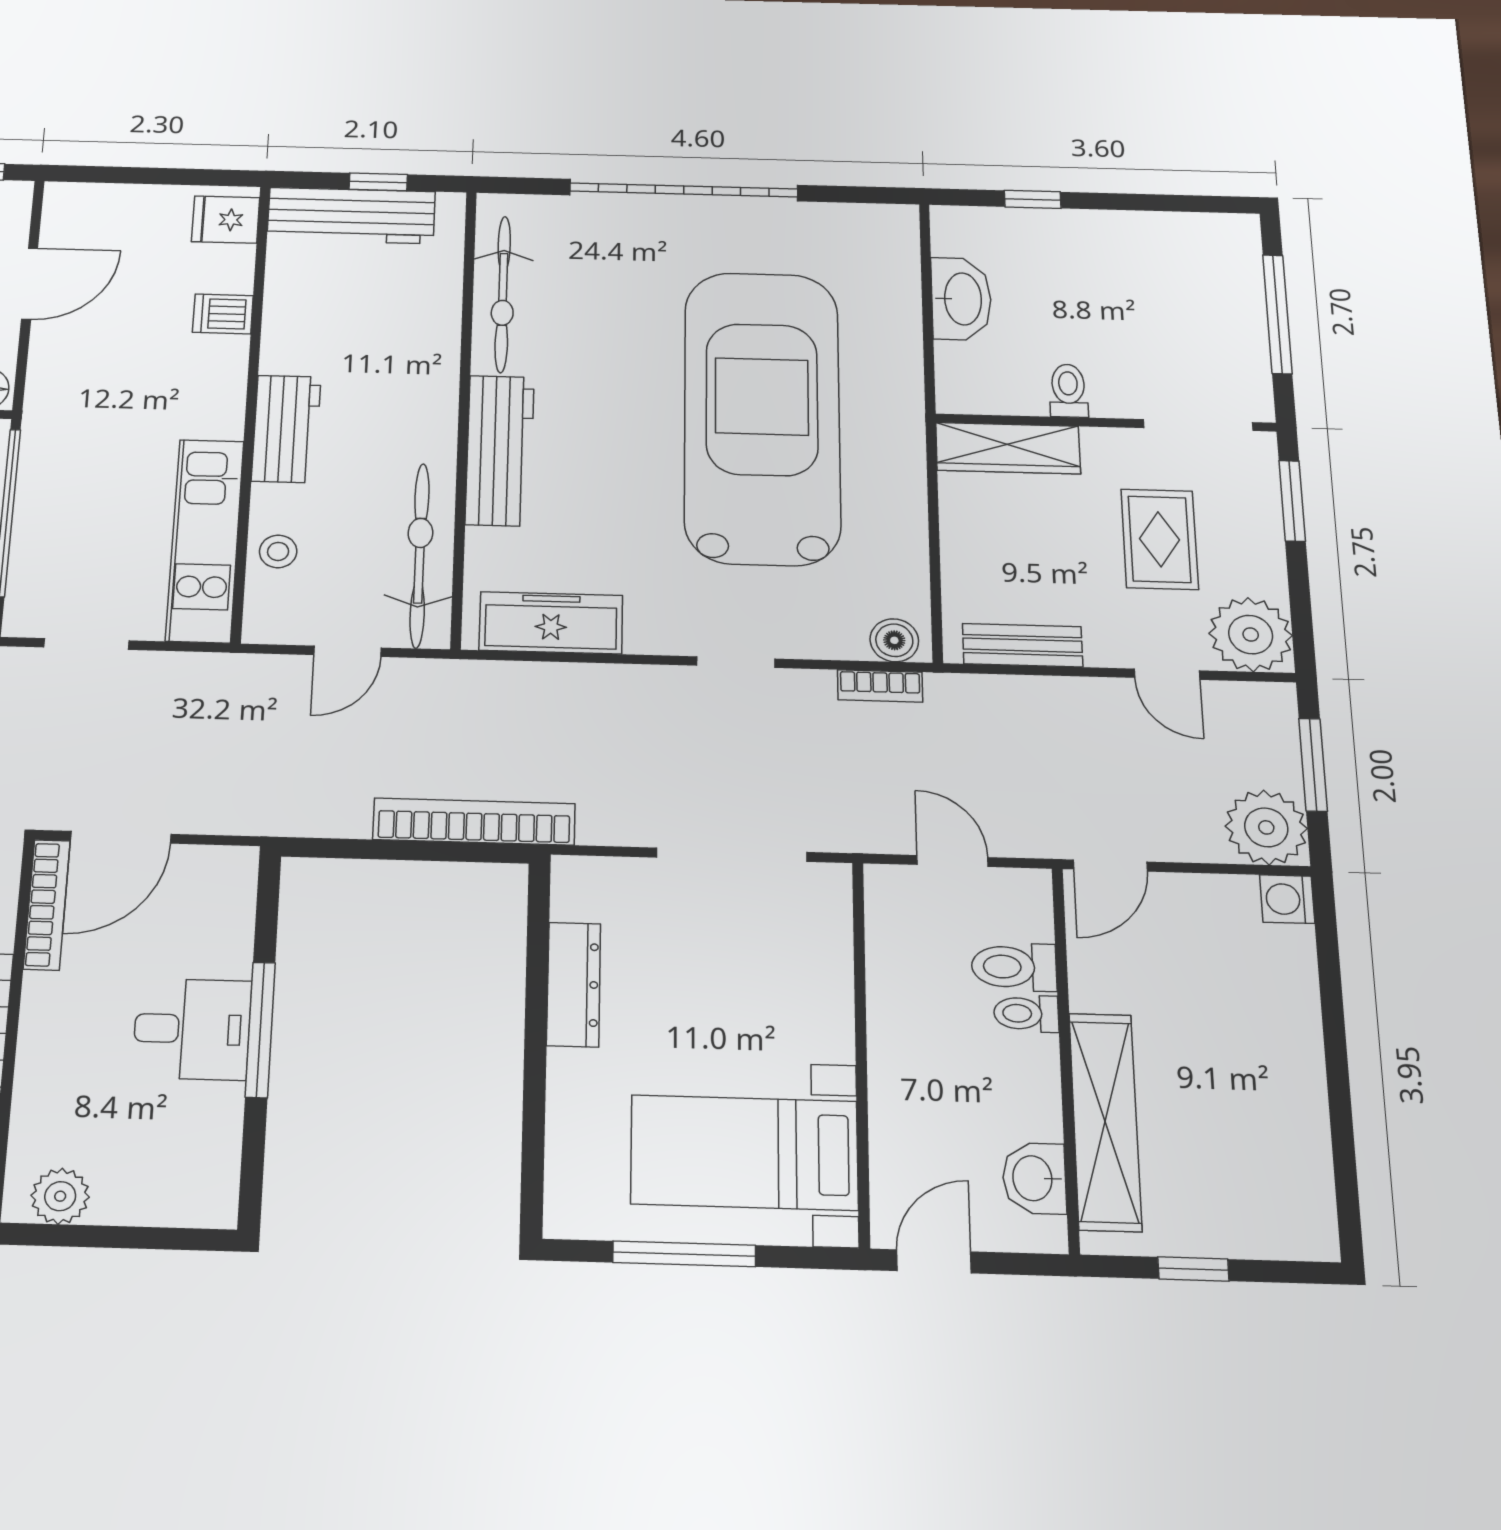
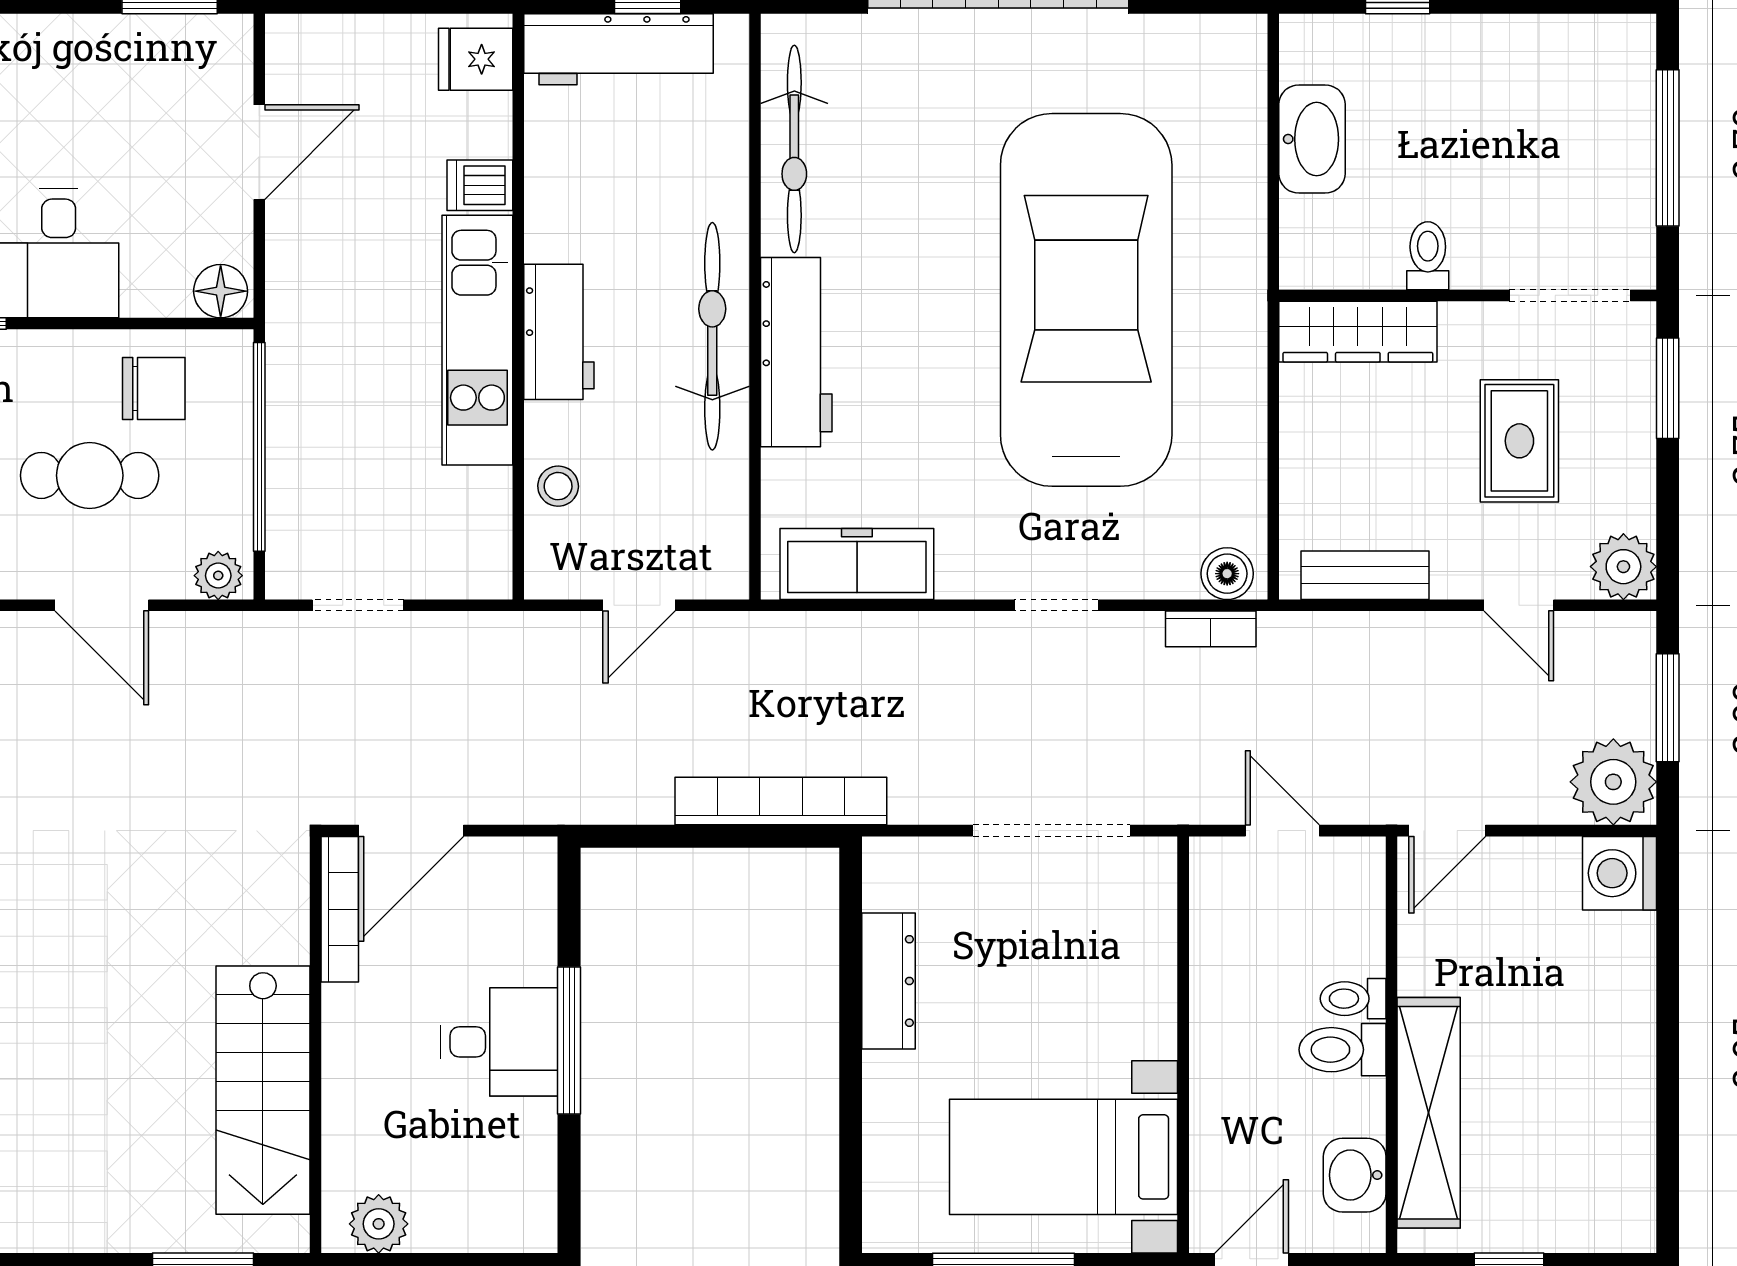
kitchen unit: (205, 540) -> (477, 340), moved
bicycle: (420, 555) -> (712, 336), moved
plant: (1251, 635) -> (1623, 567), width x0.73, depth x0.73
washing machine: (1287, 899) -> (1619, 873), width x1.38, depth x1.38
toilet: (1014, 967) -> (1343, 1050), moved

